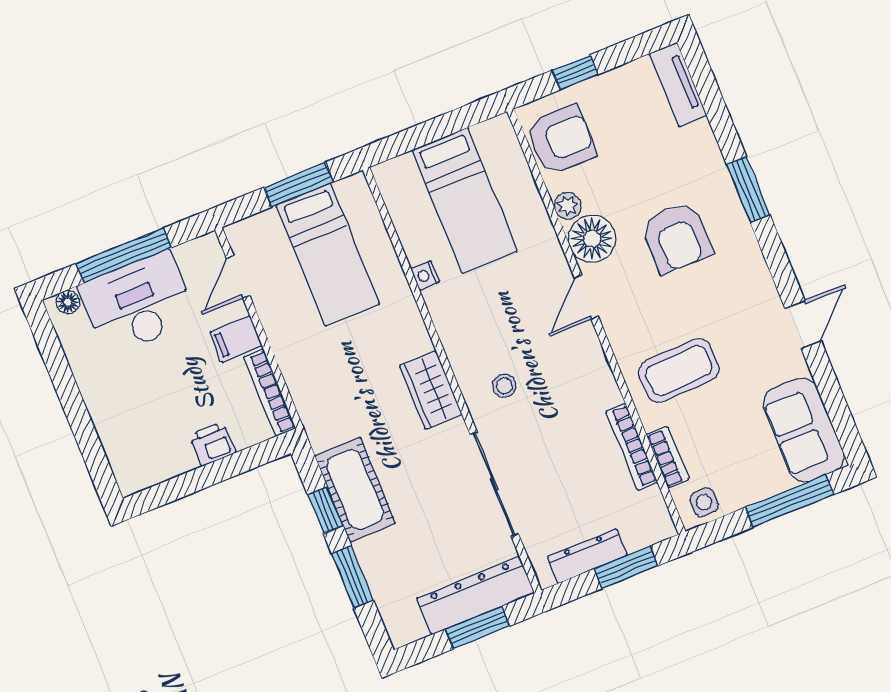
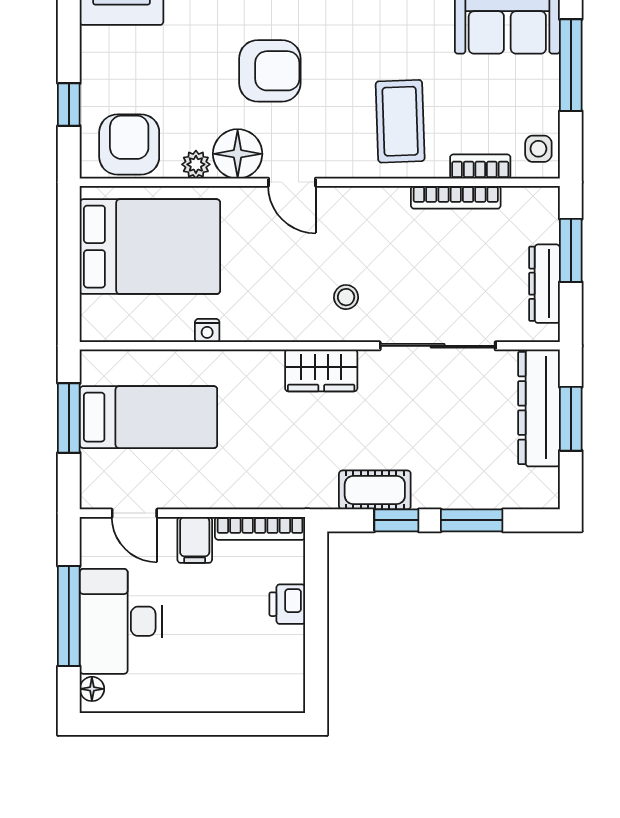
bed: (465, 200) -> (150, 247), width x1.50
cot: (355, 490) -> (375, 490), width x0.73, depth x0.75

